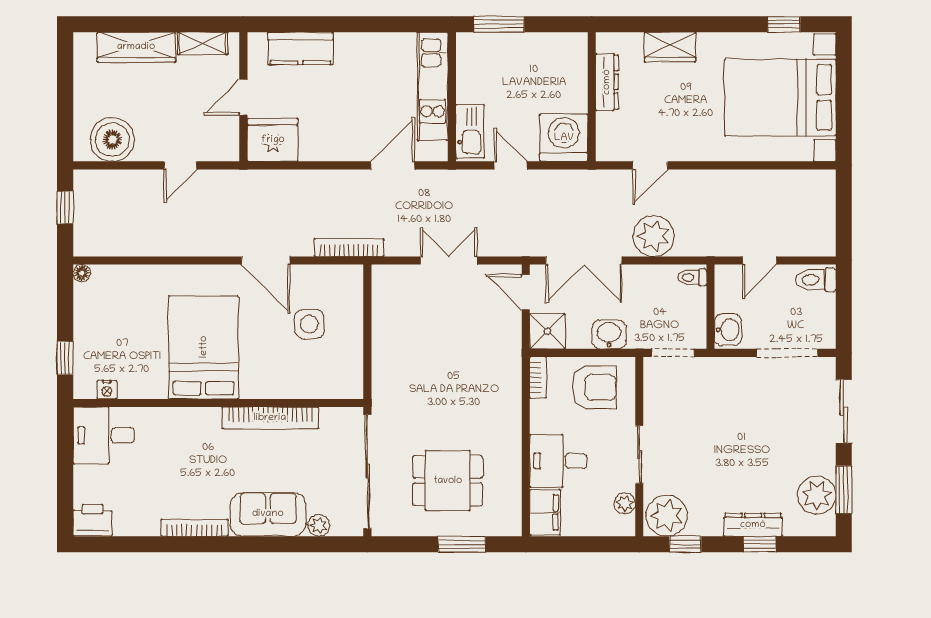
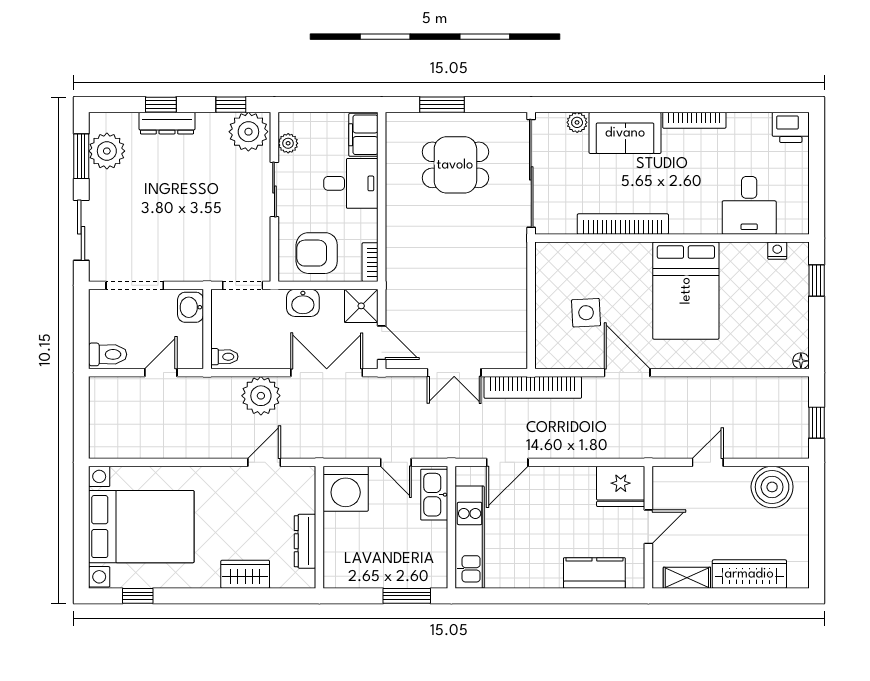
bookcase: (349, 248) -> (533, 387), width x1.48, depth x1.31
desk: (104, 435) -> (749, 205), moved, turned 90

